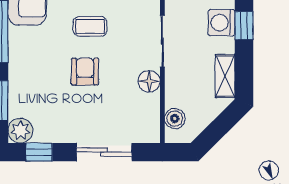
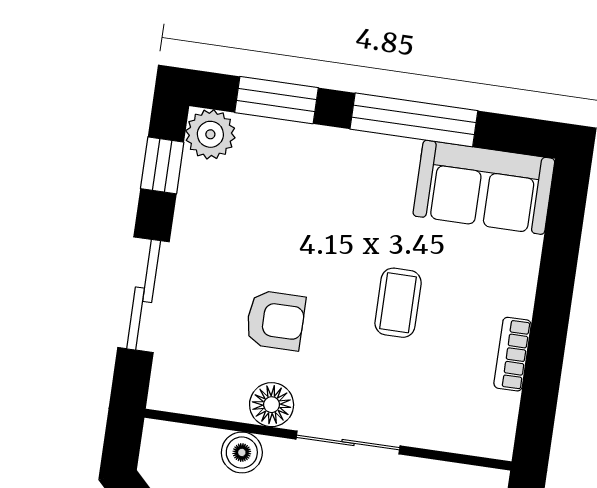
armchair: (85, 72) -> (275, 320), moved
boiler: (175, 119) -> (242, 452), moved

